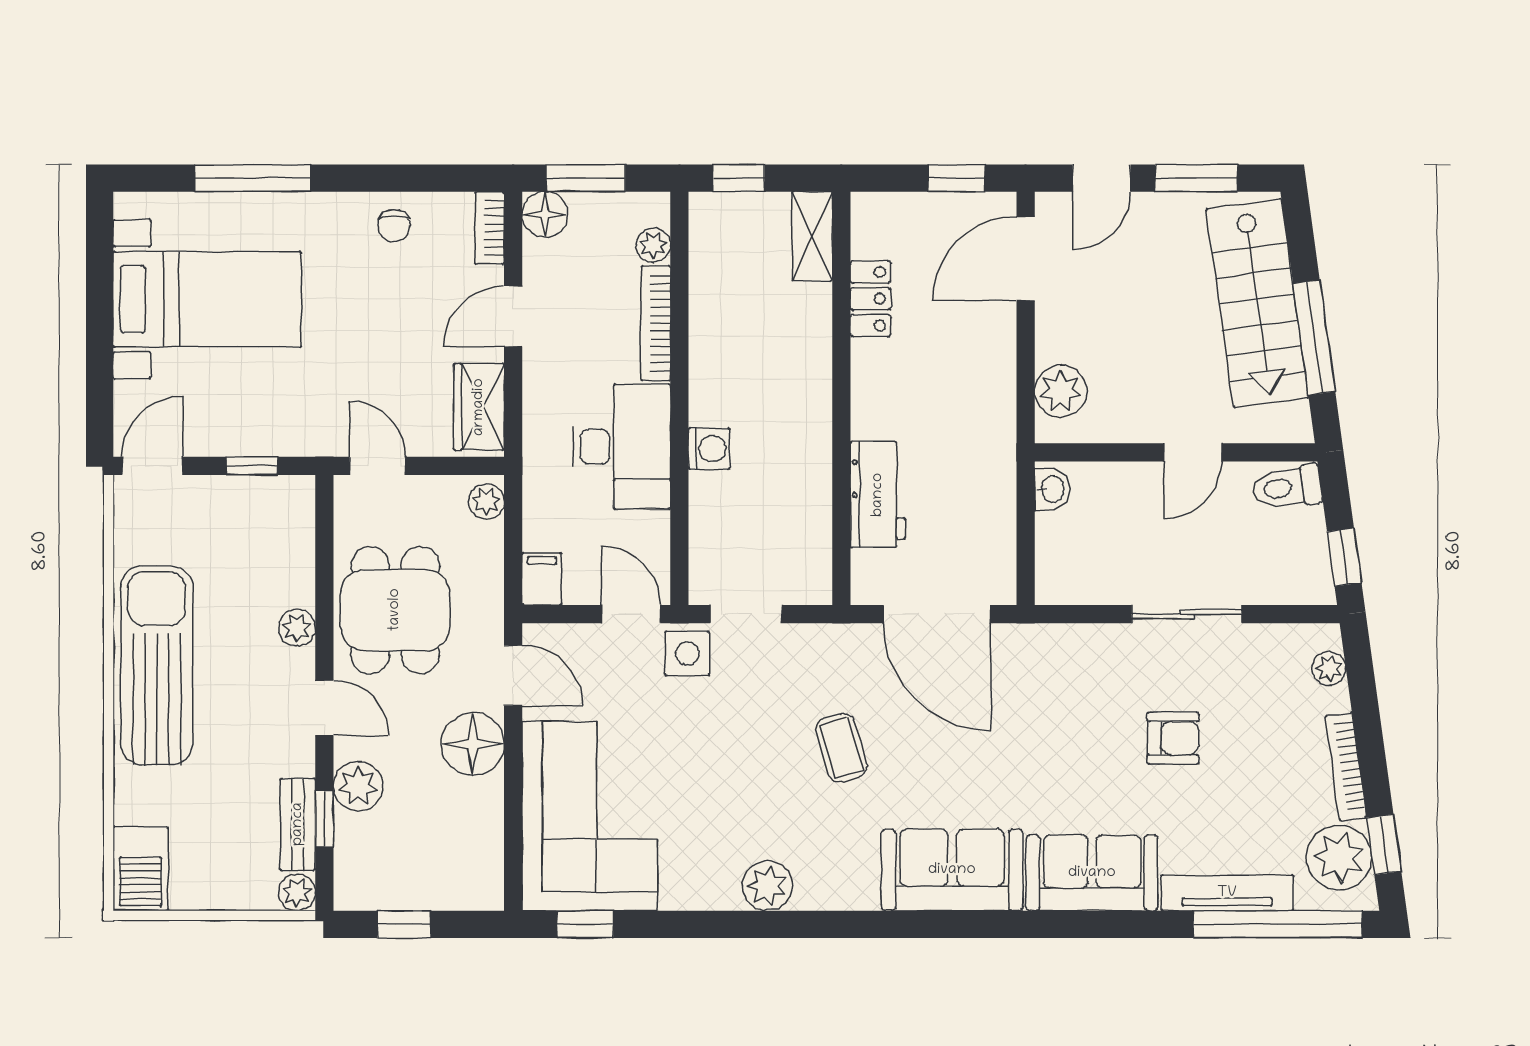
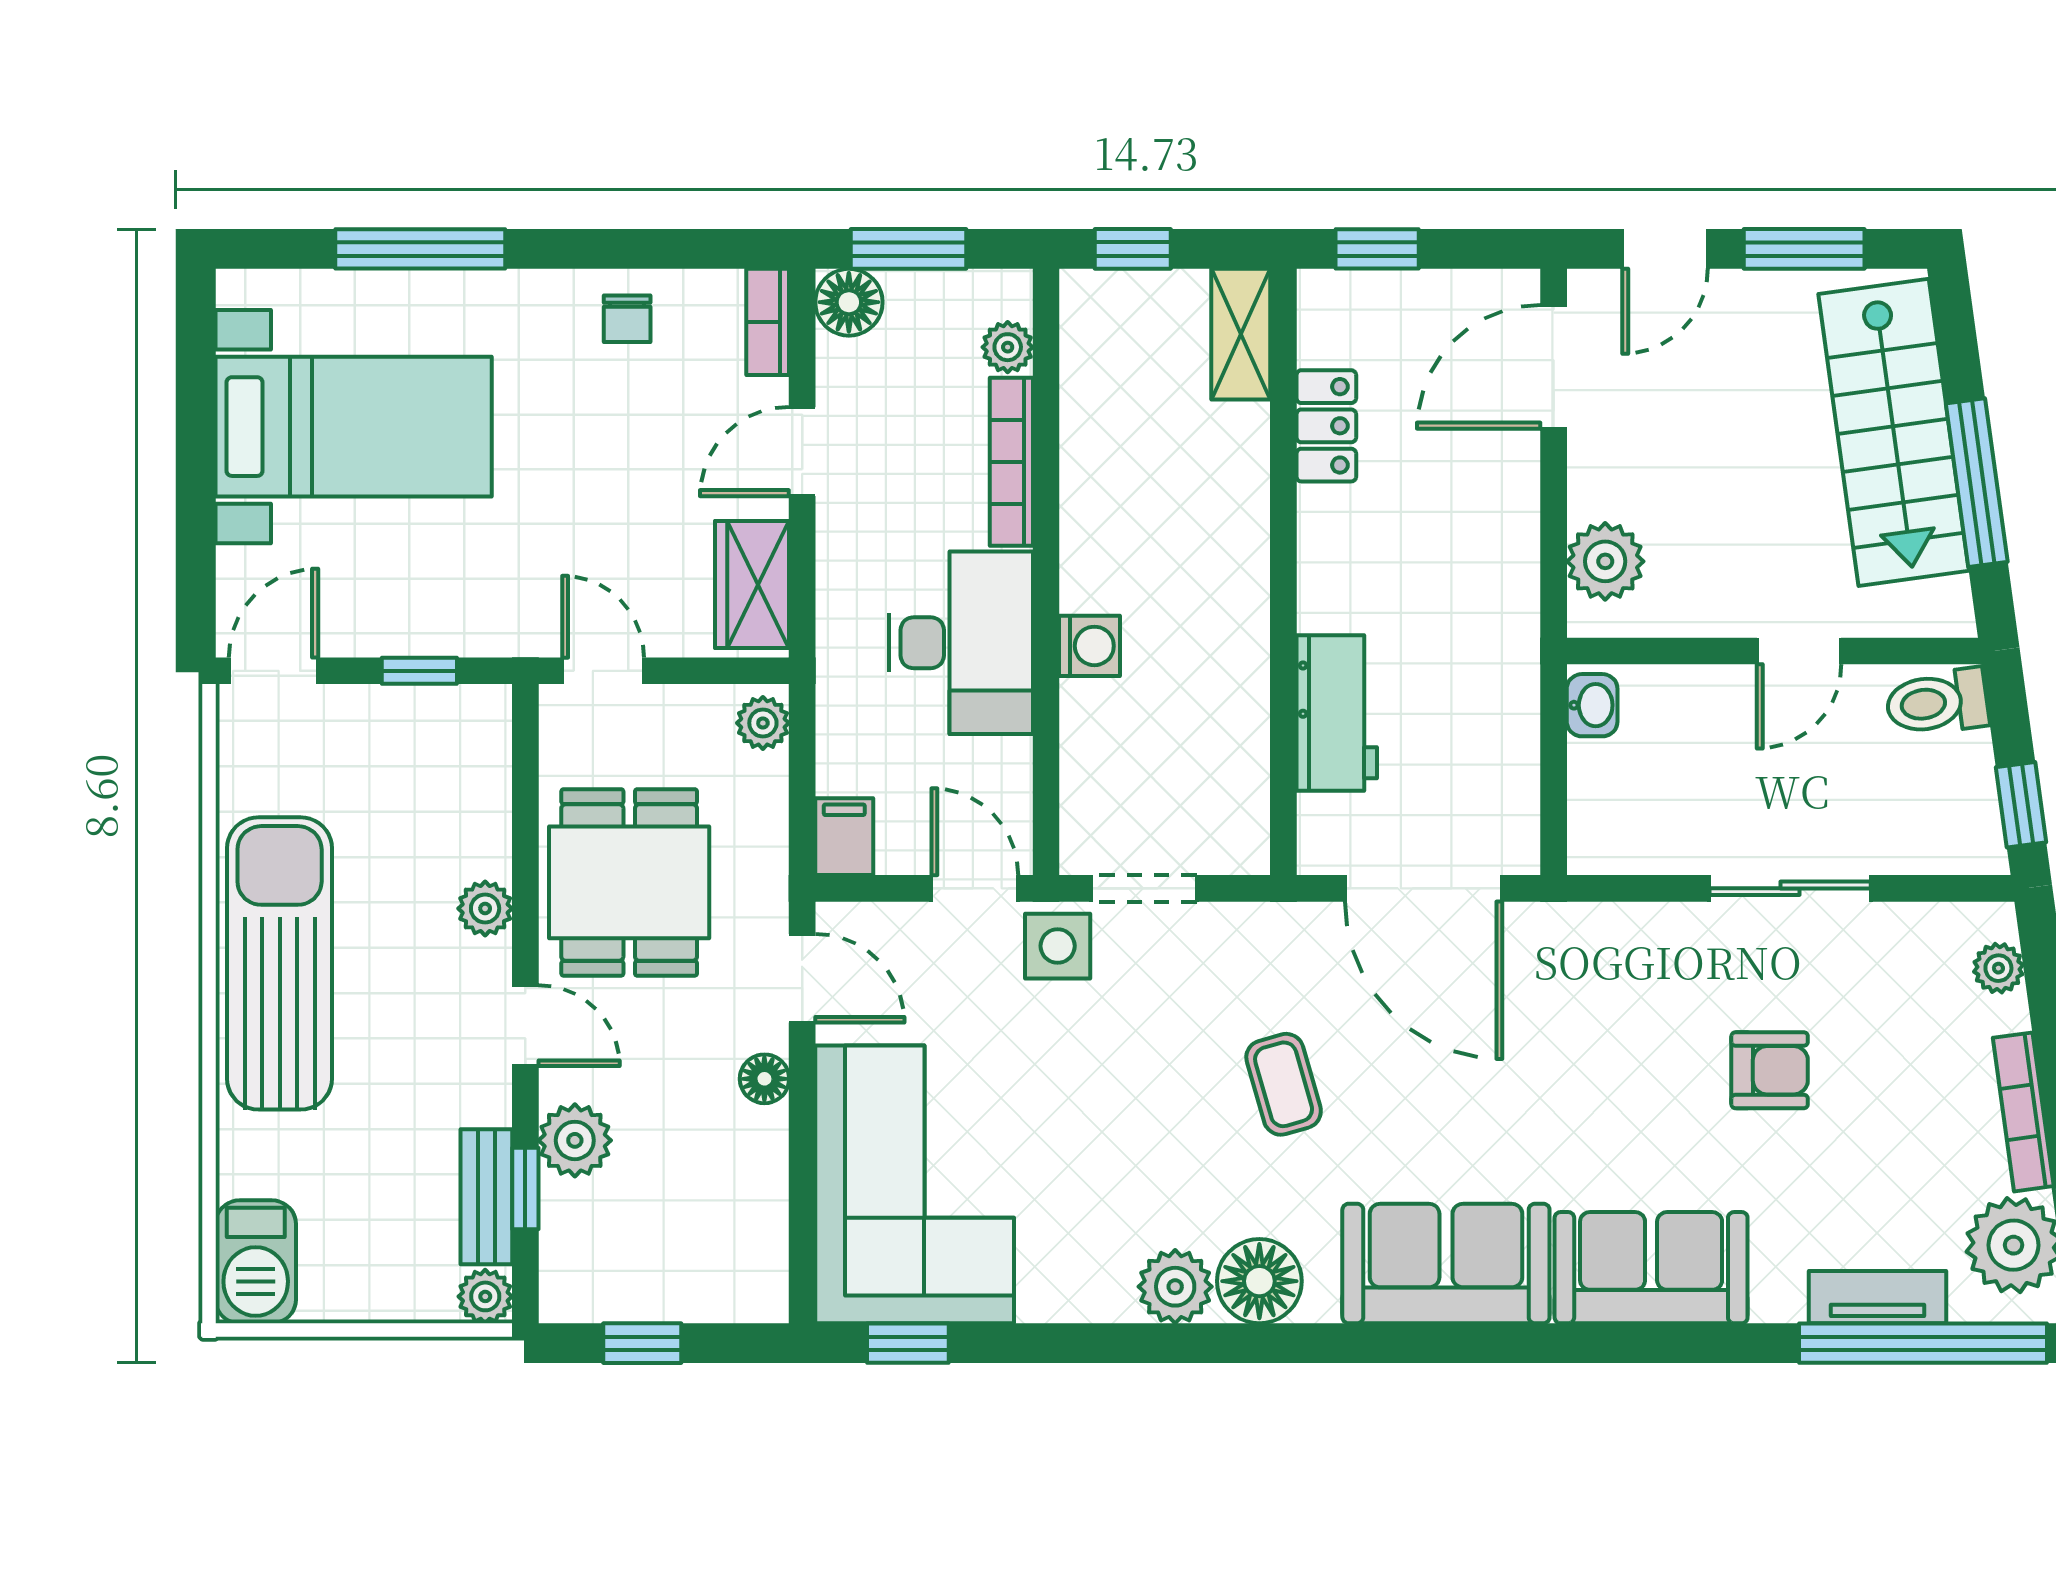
window: (956, 178) -> (1377, 249), moved
floor lamp: (473, 744) -> (764, 1079), width x0.53, depth x0.53
floor lamp: (825, 882) -> (1259, 1281), added
tv unit: (1227, 893) -> (1877, 1297), width x0.71

